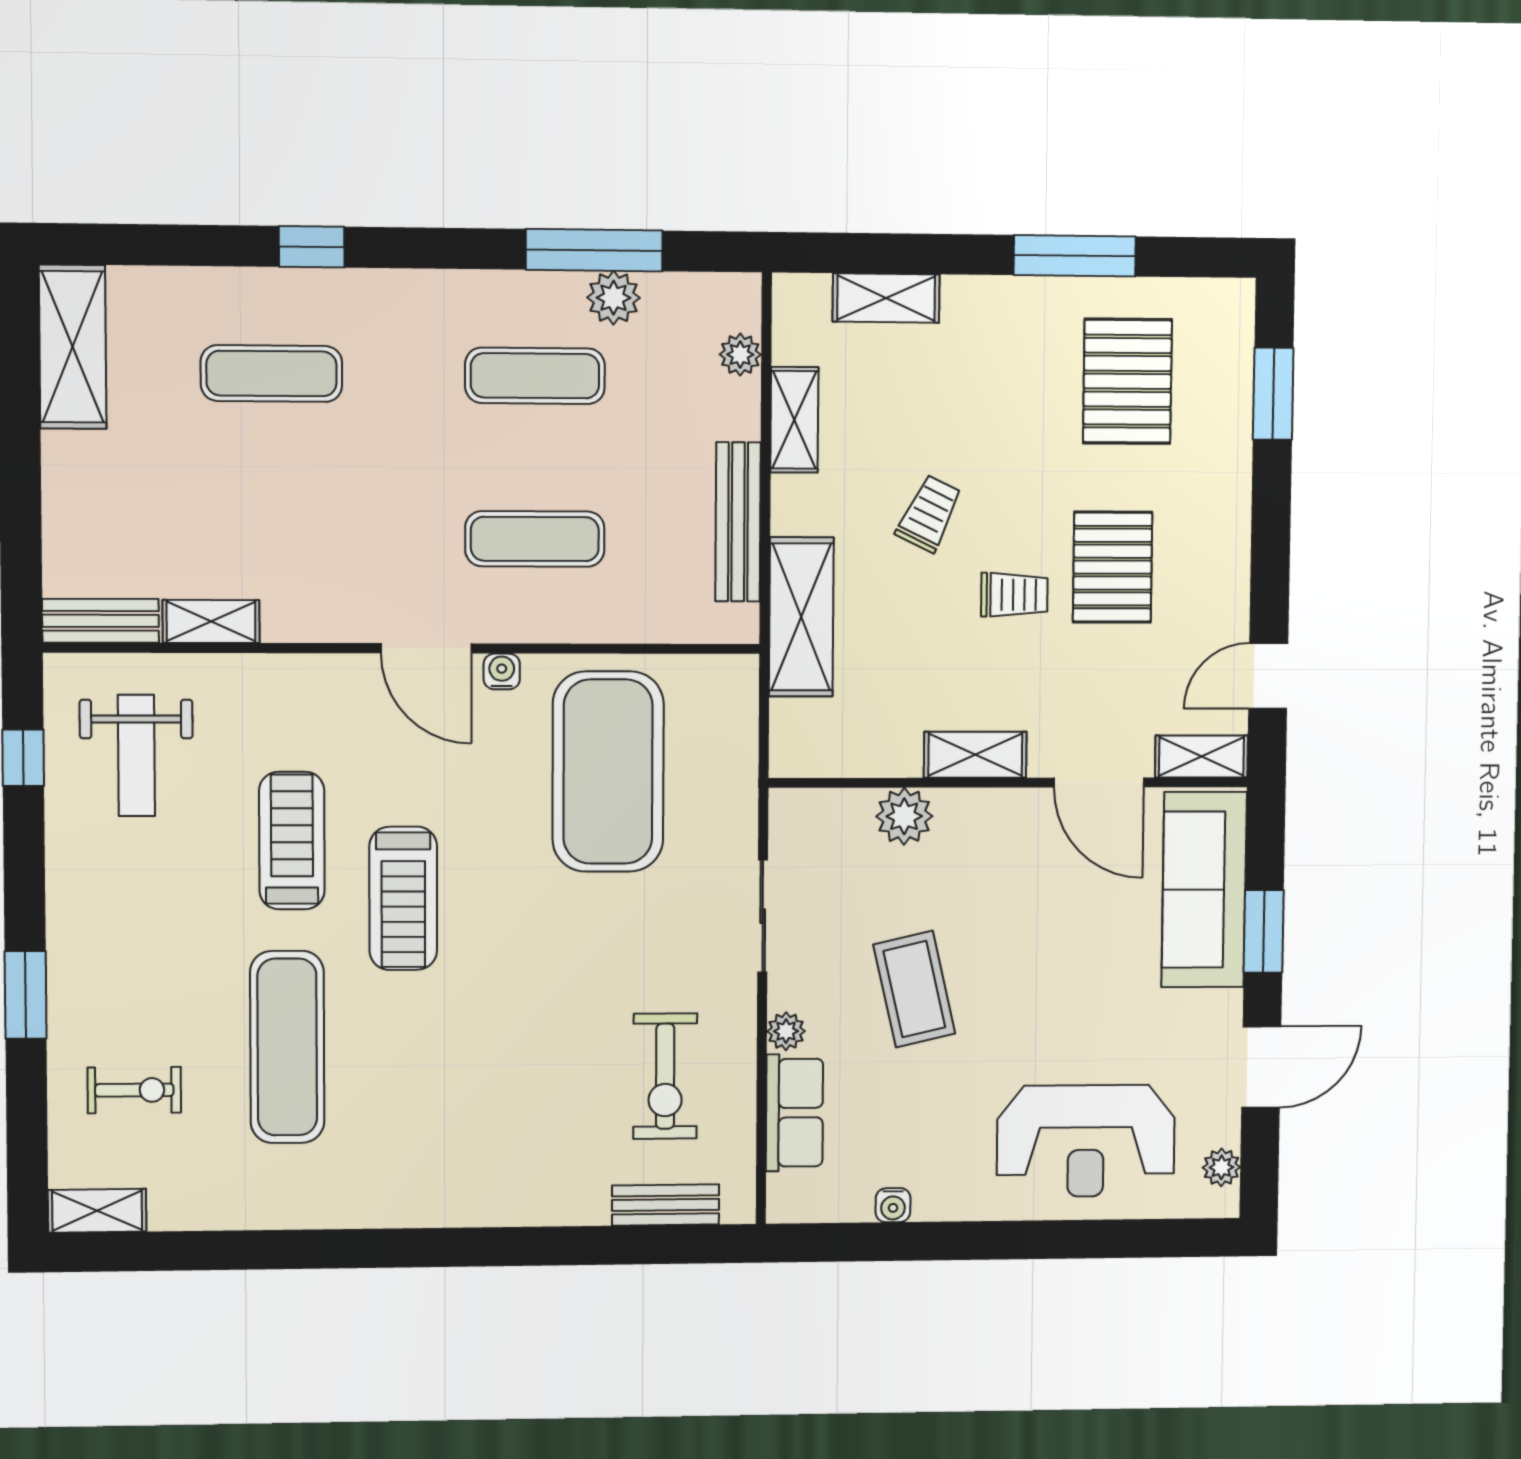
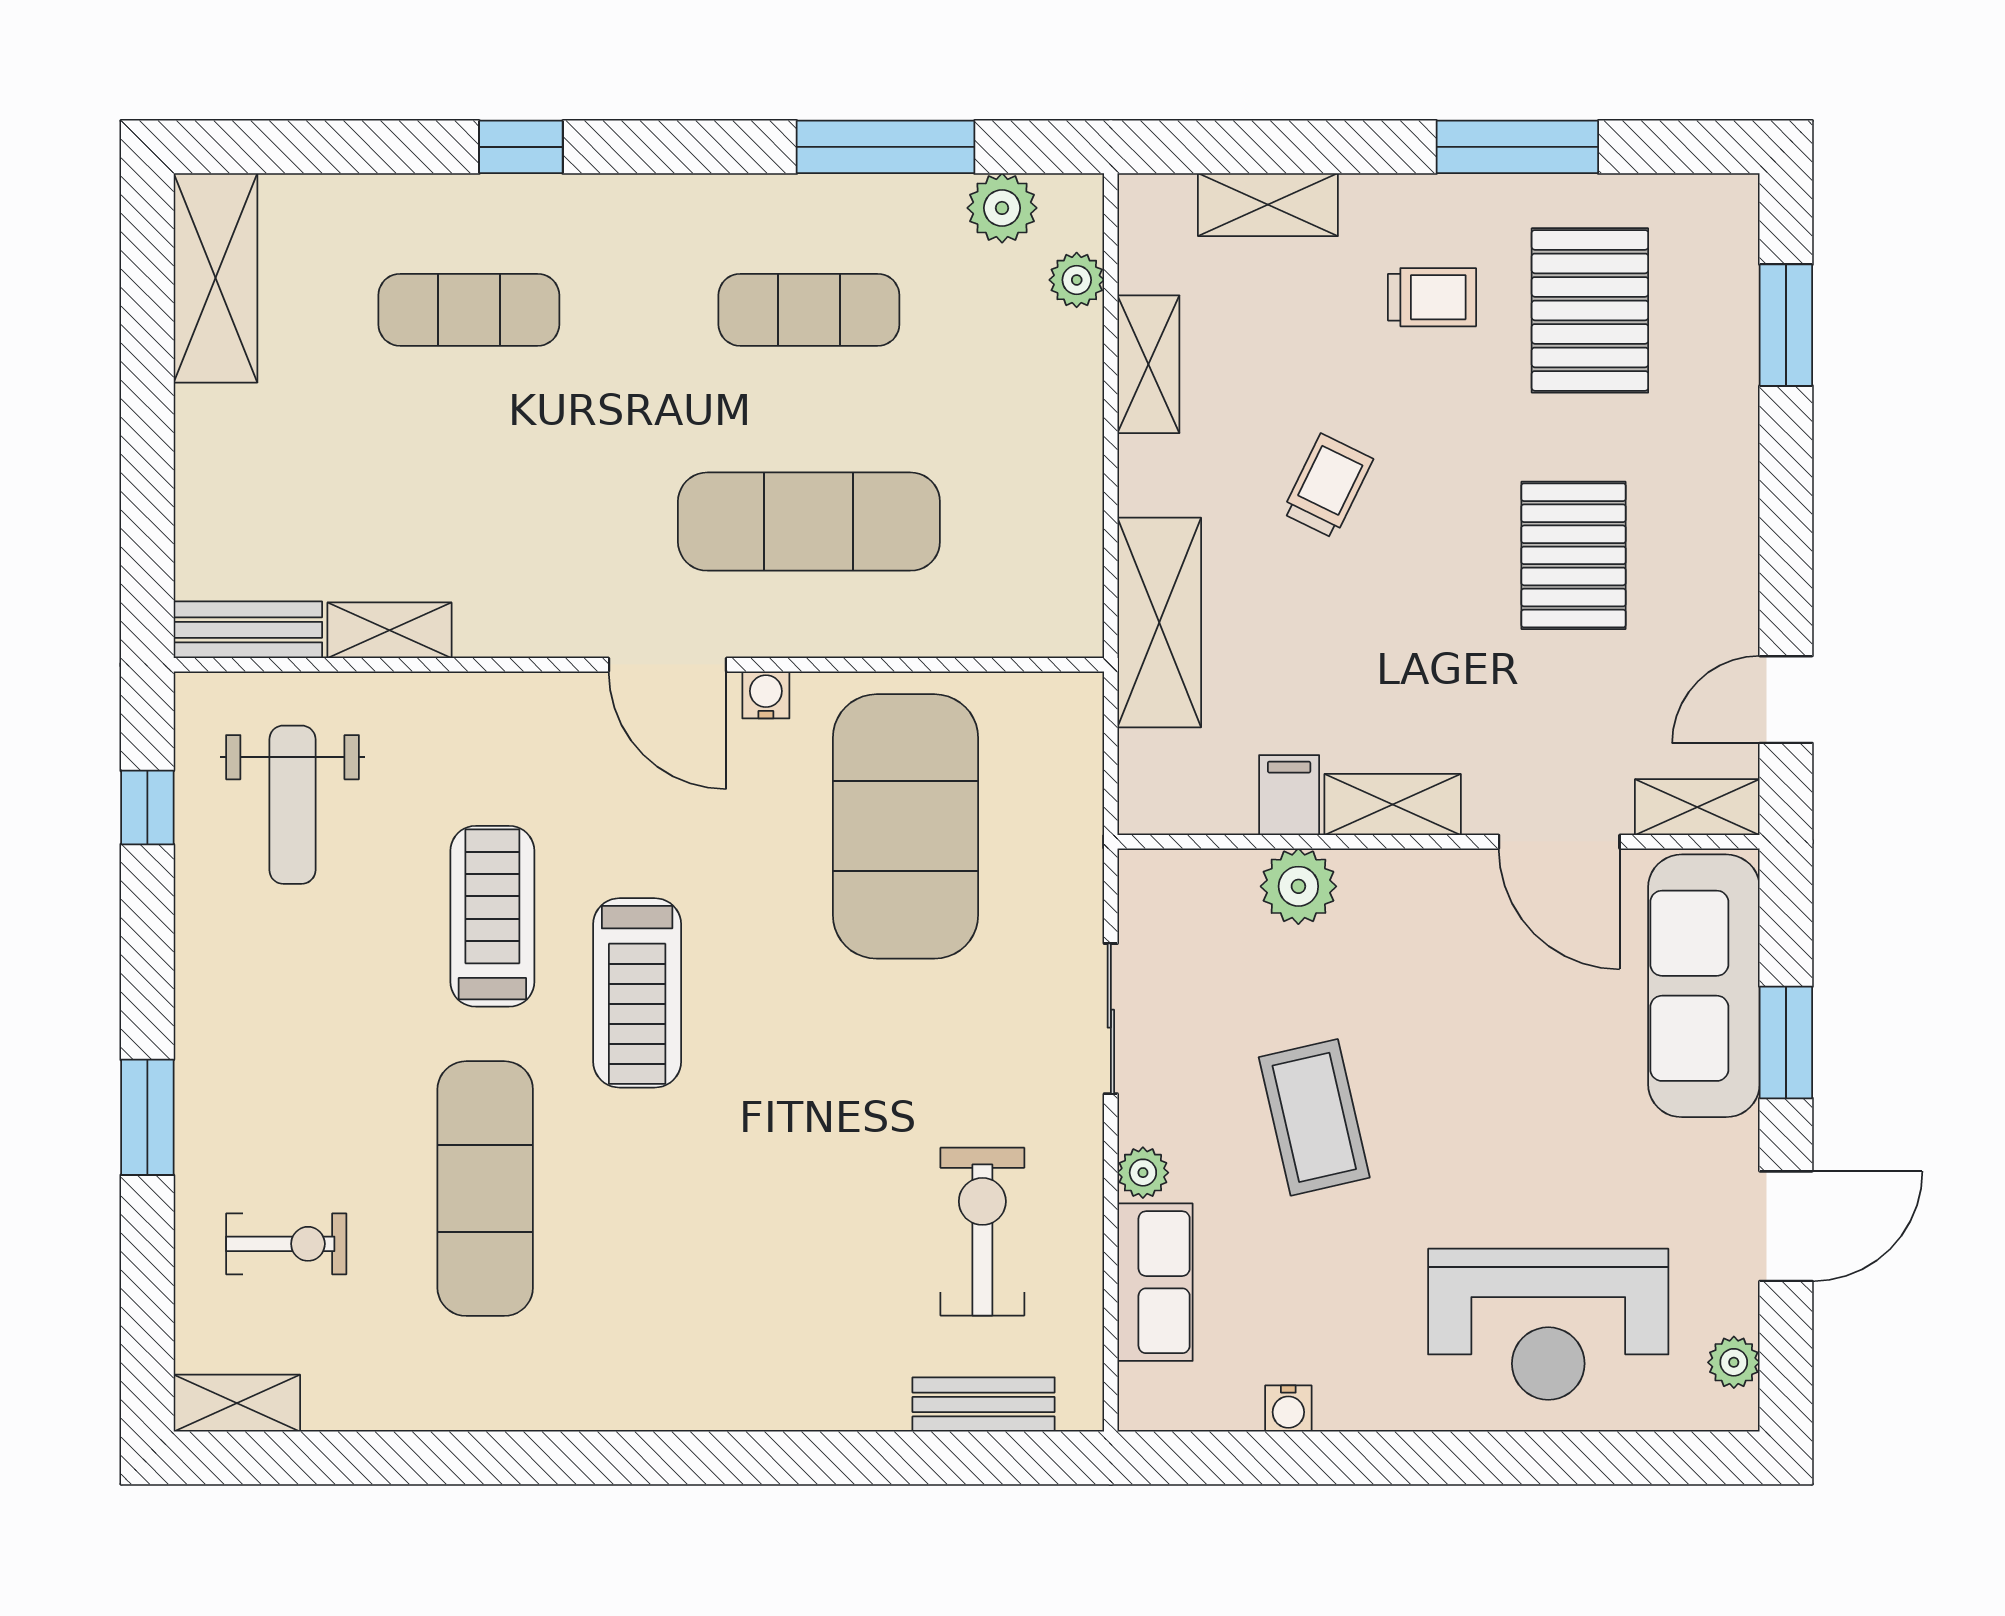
plant: (614, 298) -> (1002, 208), moved
bench: (738, 522) -> (1075, 498), removed
exercise mat: (535, 539) -> (809, 522), width x1.36, depth x1.45
trolley: (1014, 595) -> (1432, 297), moved
filing cabinet: (898, 748) -> (1289, 795), added
exercise bike: (665, 1076) -> (982, 1232), turned 180

